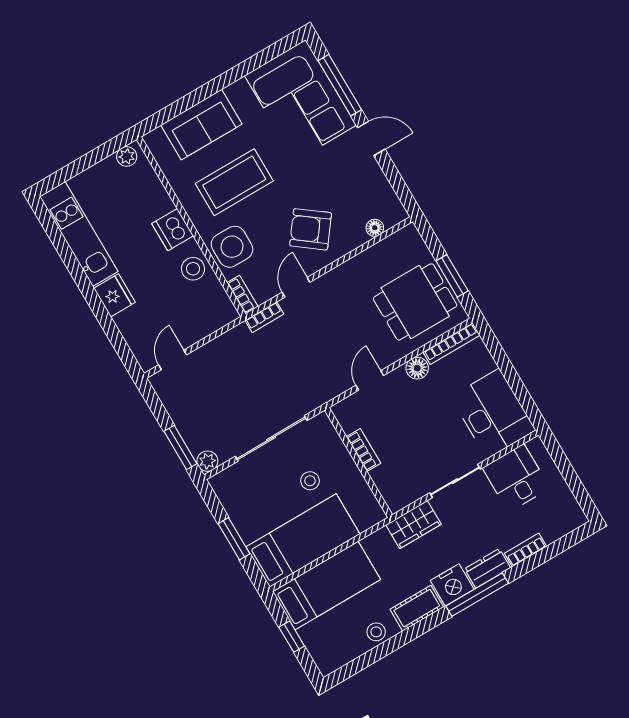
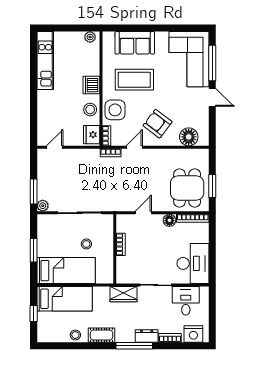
floor lamp: (375, 228) -> (189, 137), width x1.89, depth x1.89
fridge: (115, 295) -> (92, 135), moved, turned 180
dining table: (415, 302) -> (187, 188), turned 90
nightstand: (452, 585) -> (193, 334), moved

